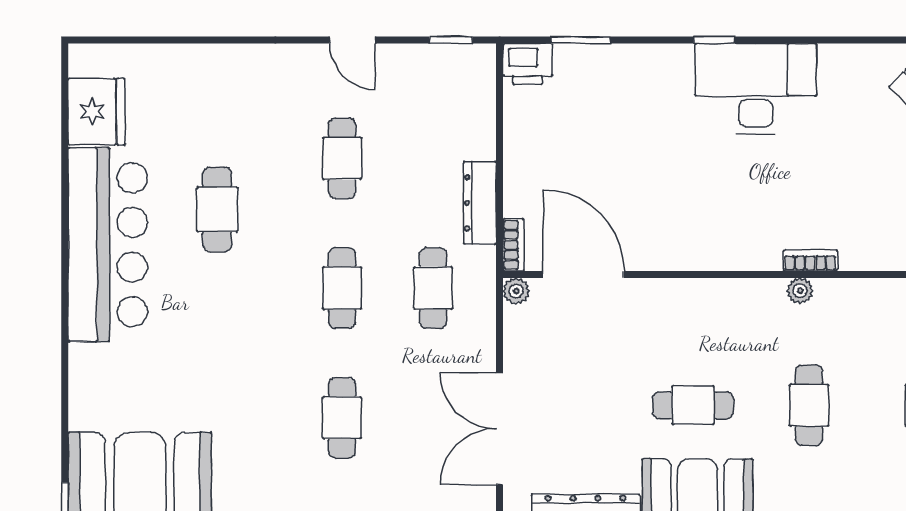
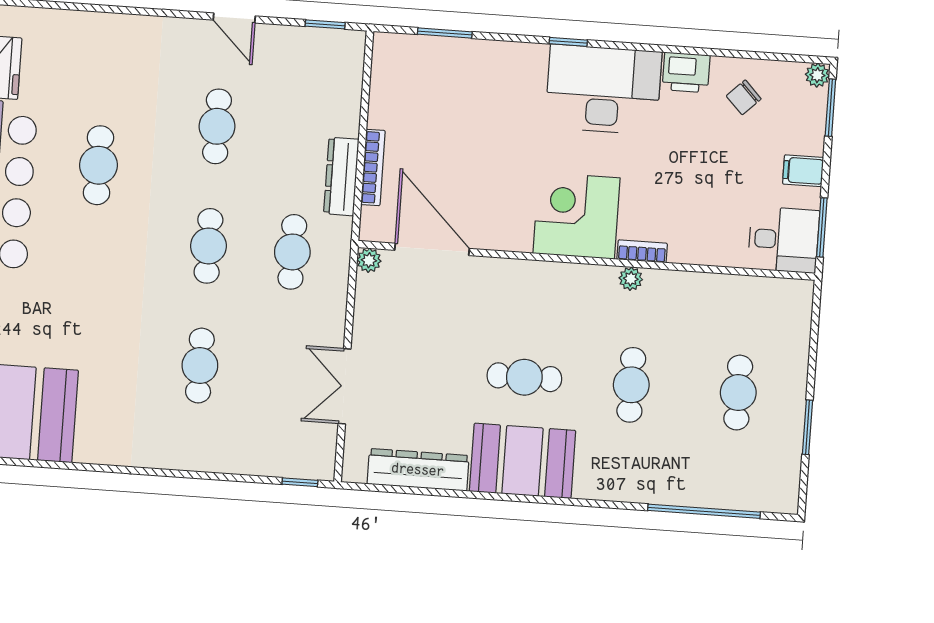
printer: (528, 64) -> (686, 72), moved
corner desk: (737, 227) -> (576, 216), added
bookcase: (513, 245) -> (373, 167), moved, width x1.56
double door: (500, 429) -> (344, 386), width x0.73

